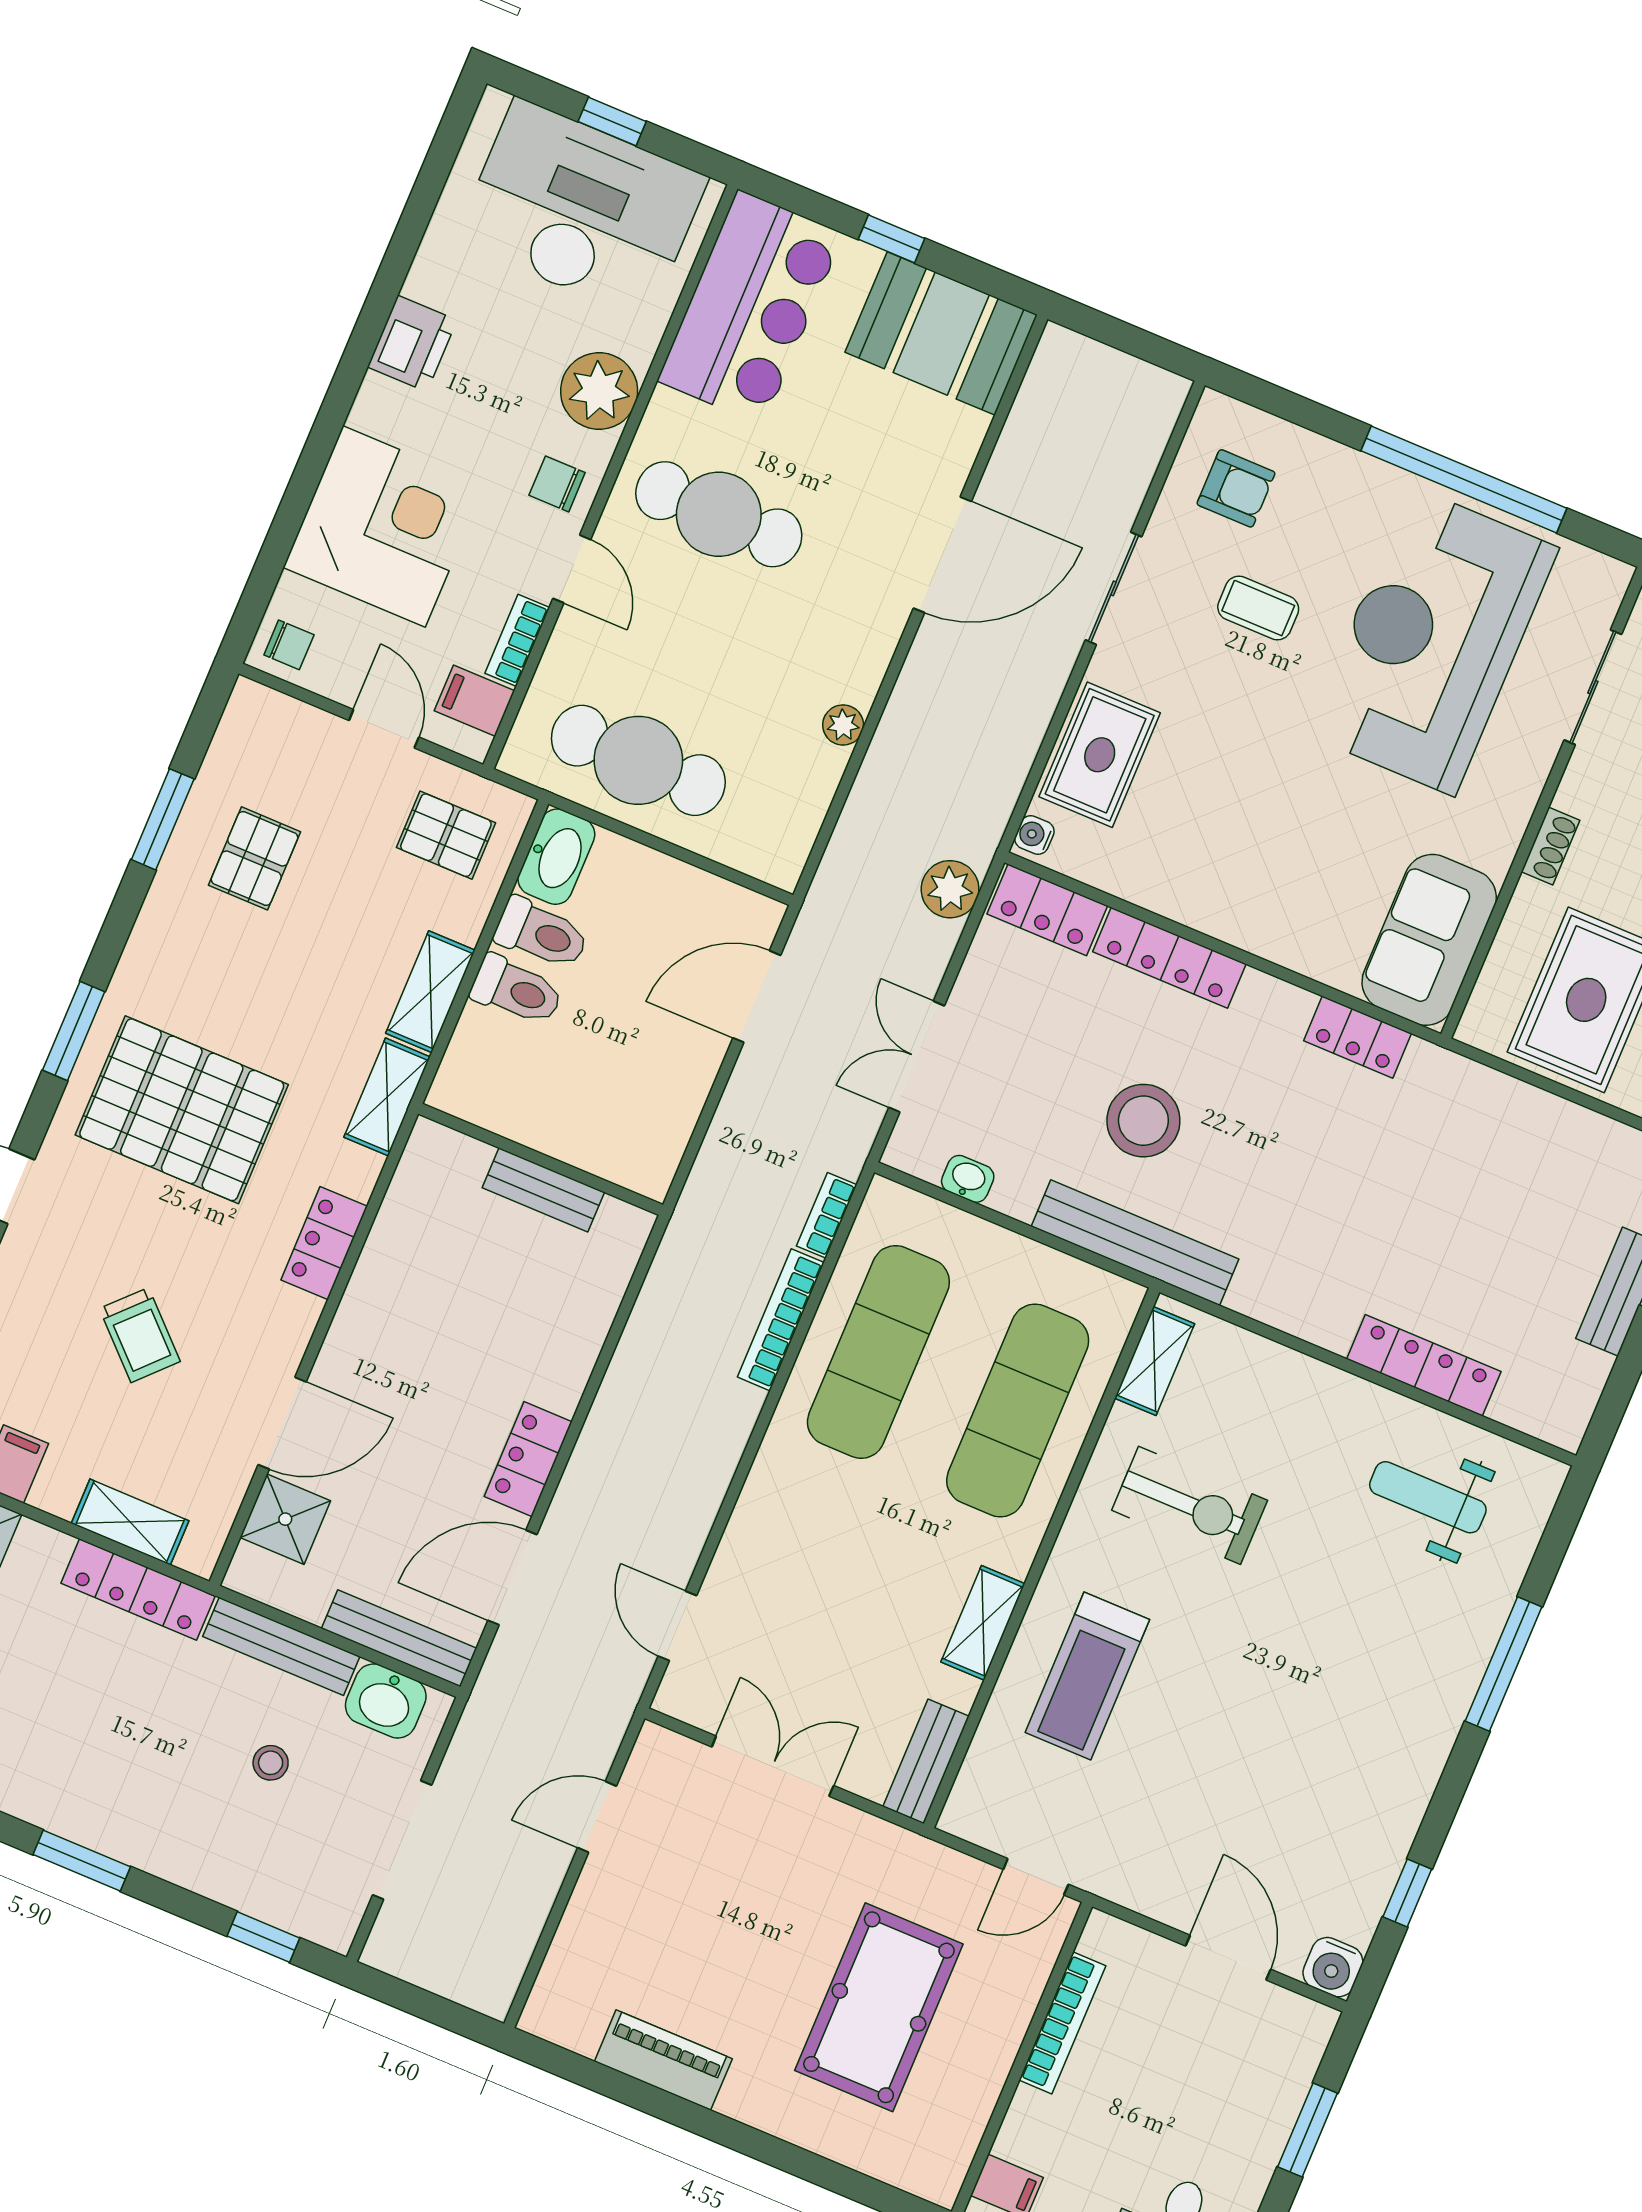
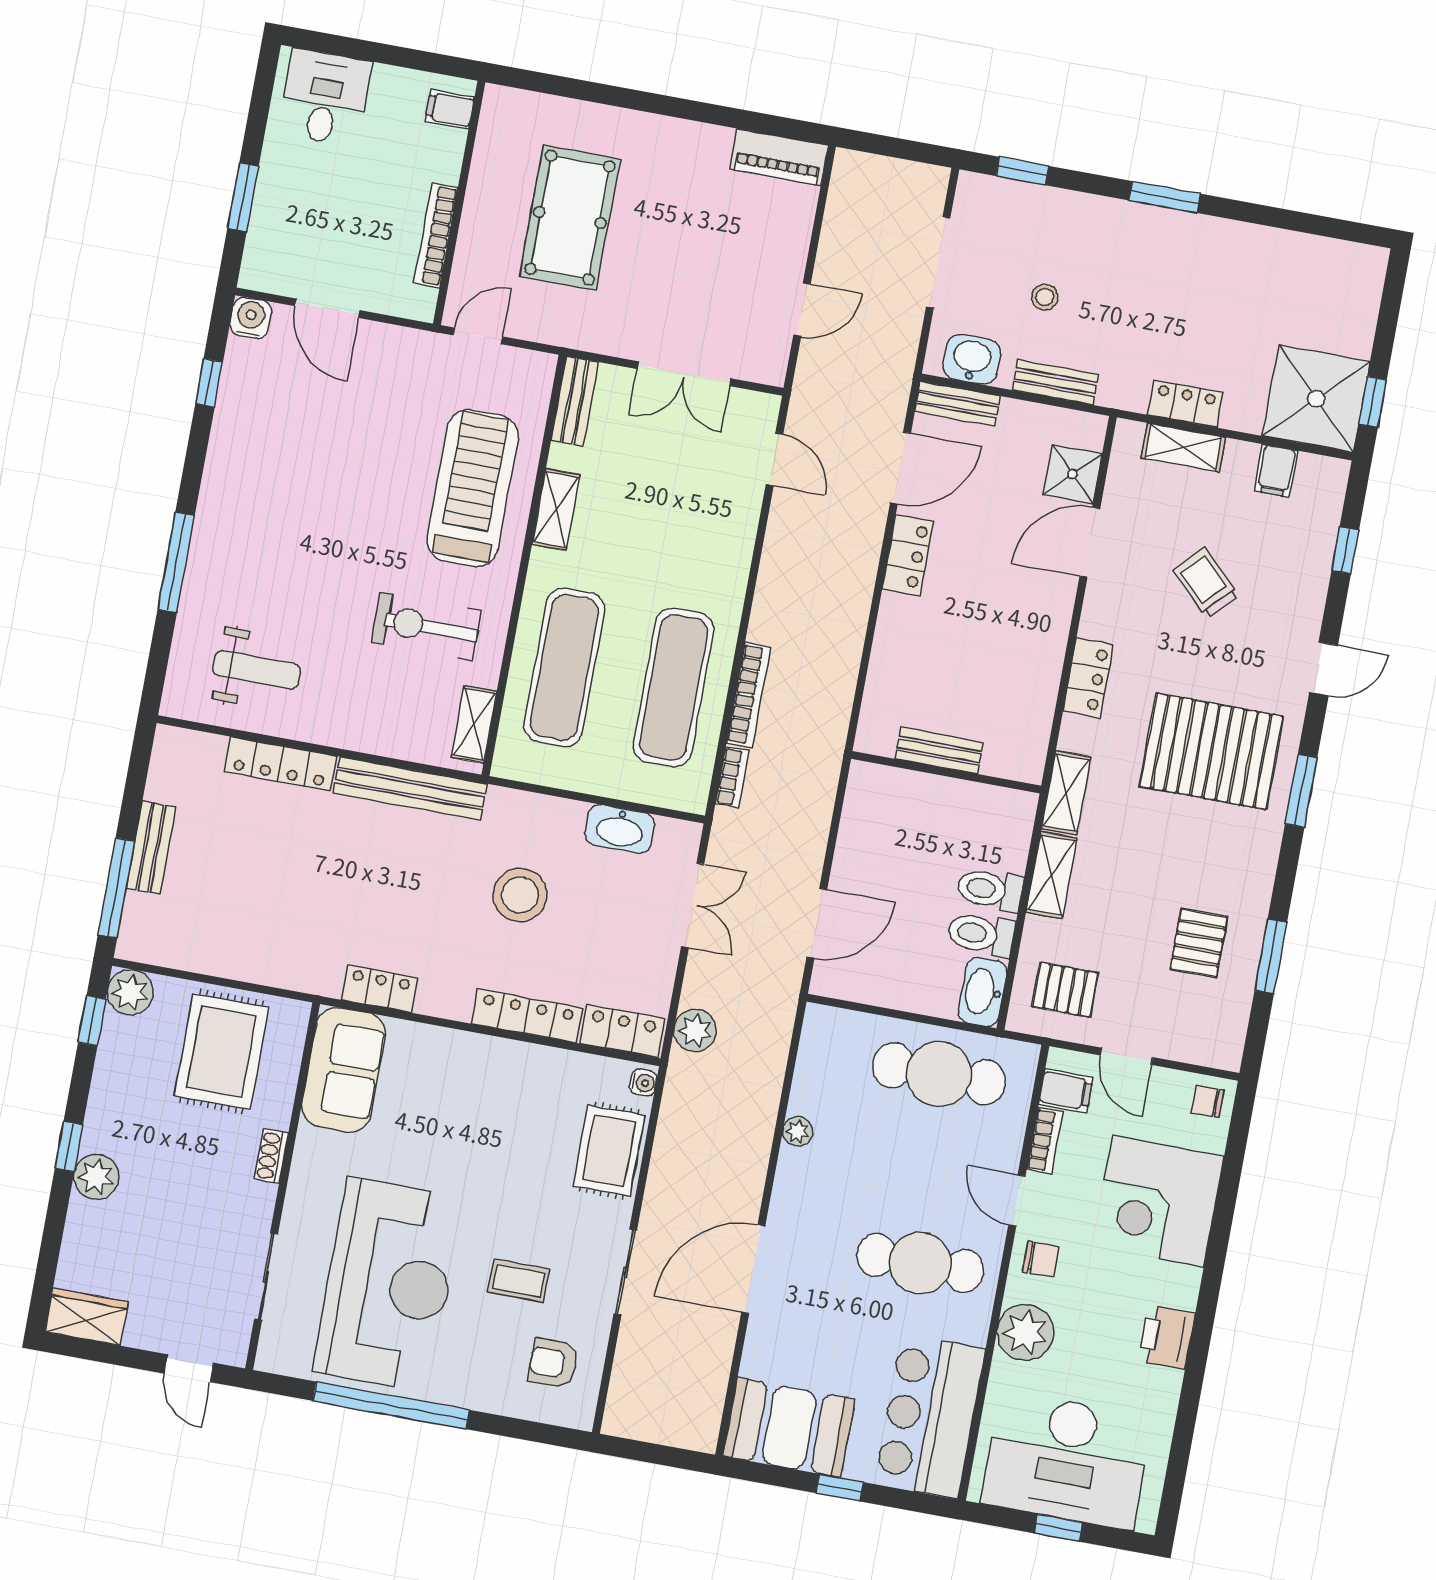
washbasin: (968, 1179) -> (620, 829), width x1.91, depth x1.45
bench: (1135, 1243) -> (410, 788), moved
locker: (138, 1589) -> (1185, 404), width x0.66
bench: (399, 1638) -> (957, 404), width x0.73
bench: (281, 1646) -> (1055, 382), width x0.73
treadmill: (1087, 1676) -> (473, 488), width x1.37, depth x1.38
piano: (663, 2060) -> (779, 157), moved

